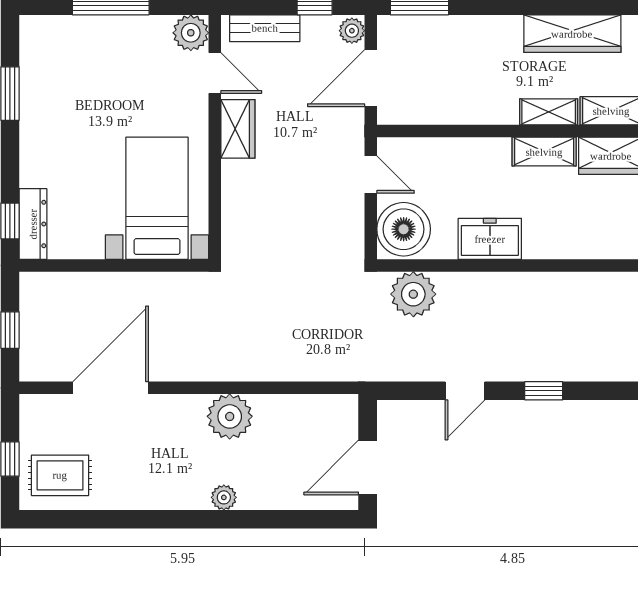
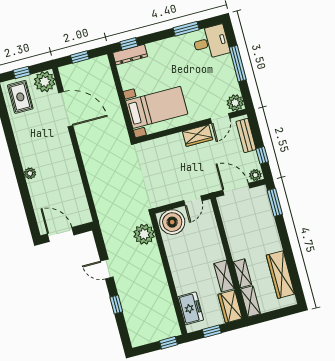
desk: (52, 50) -> (211, 42), added
freezer: (490, 239) -> (191, 308), moved
plant: (230, 416) -> (45, 82), moved

